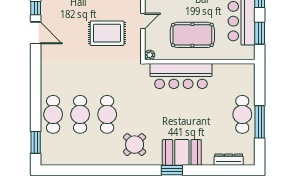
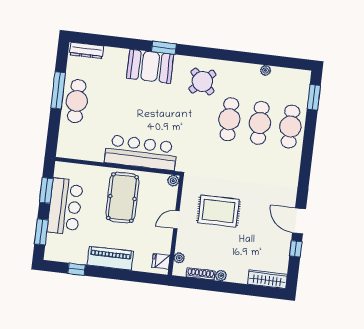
pool table: (192, 35) -> (122, 198), turned 90
dresser: (229, 160) -> (87, 50), moved
plant: (81, 161) -> (266, 70), added

